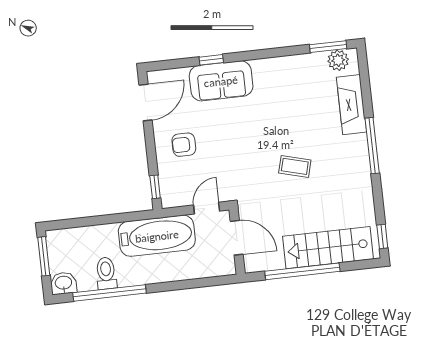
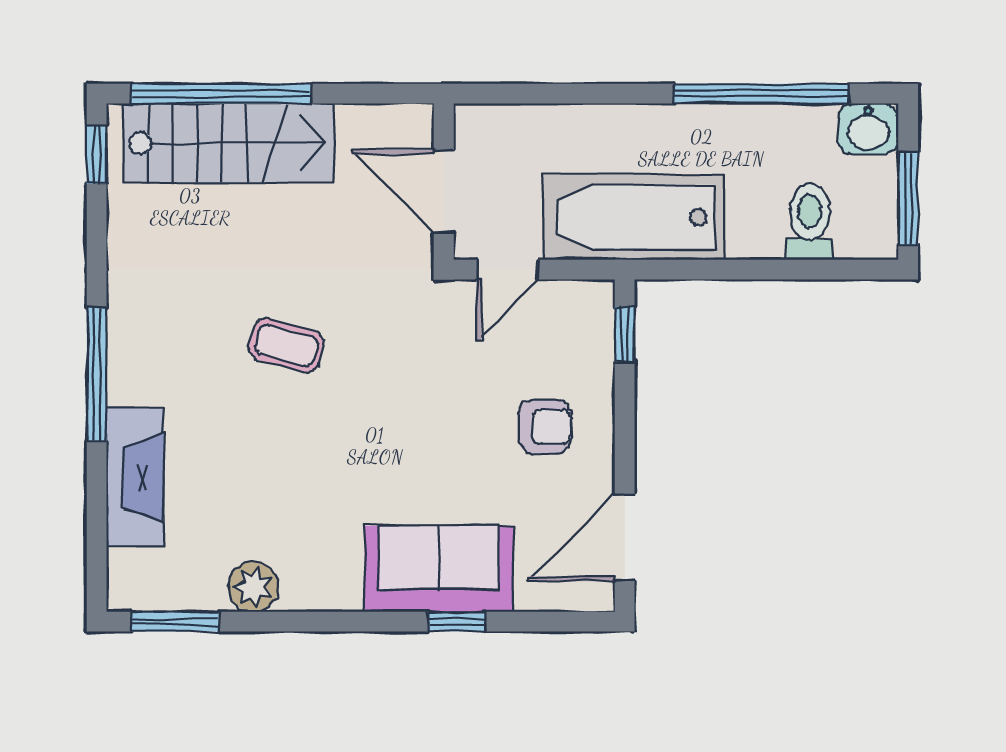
plant: (338, 60) -> (253, 587), moved
window: (302, 271) -> (221, 94), moved
toilet: (106, 273) -> (810, 222), moved, turned 180

